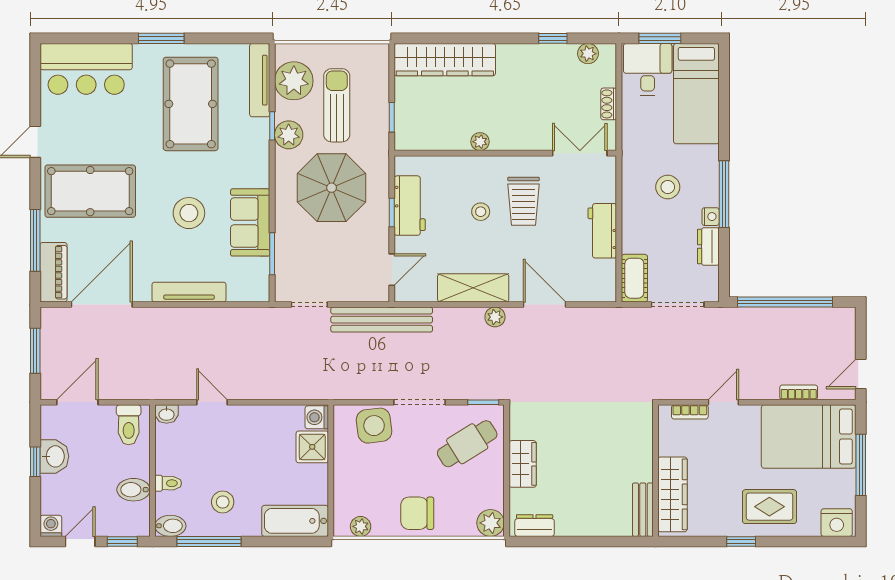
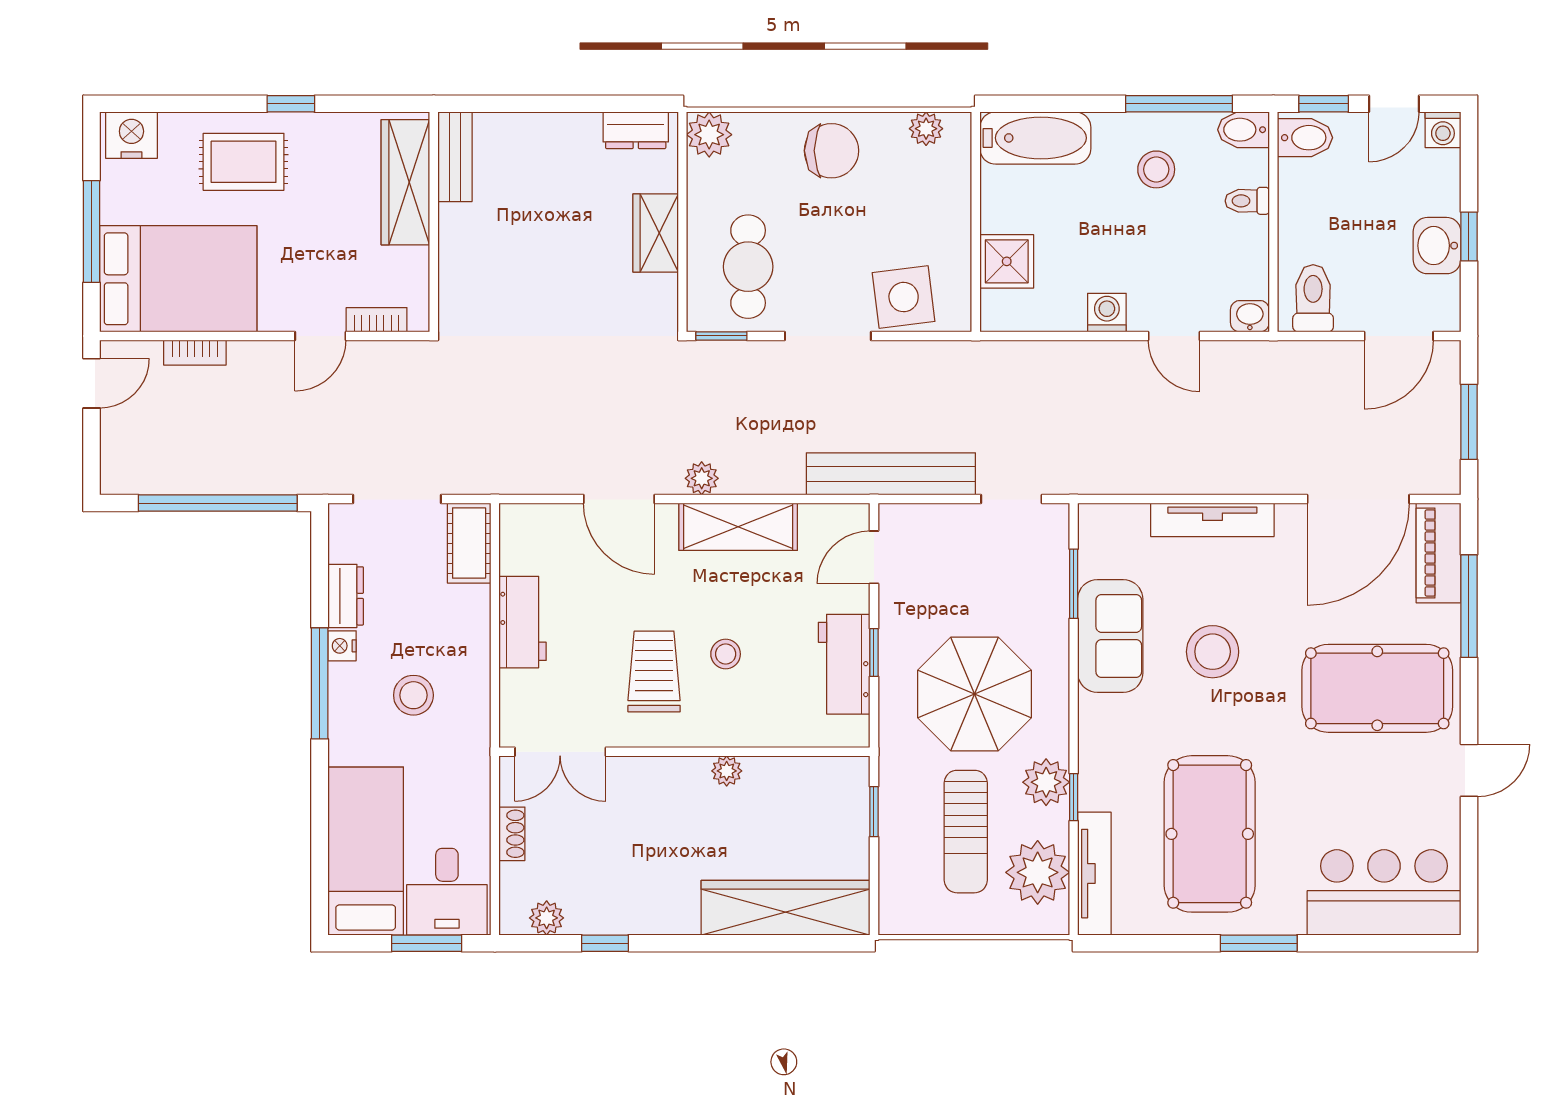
washing machine: (317, 417) -> (1107, 313), moved, turned -90
cafe table: (467, 444) -> (748, 267), turned -58
bidet: (134, 490) -> (1305, 138), moved

